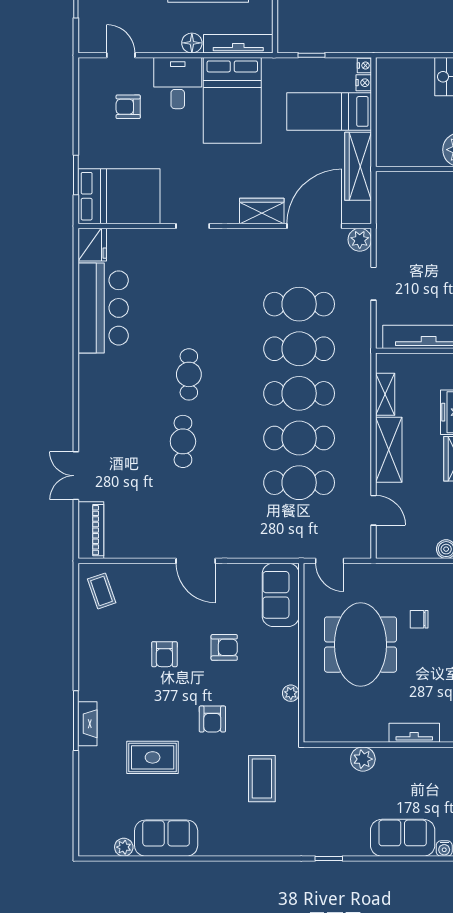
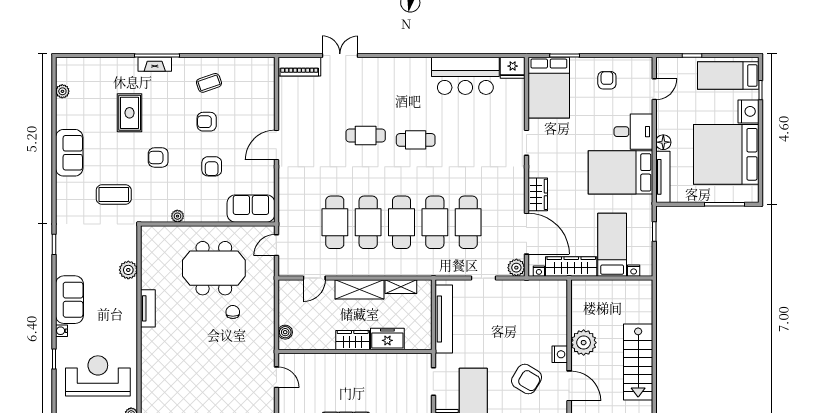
nightstand: (364, 66) -> (539, 271), moved
armchair: (128, 107) -> (607, 80), moved
coffee table: (102, 591) -> (209, 83), moved
sofa: (166, 838) -> (69, 153), moved

